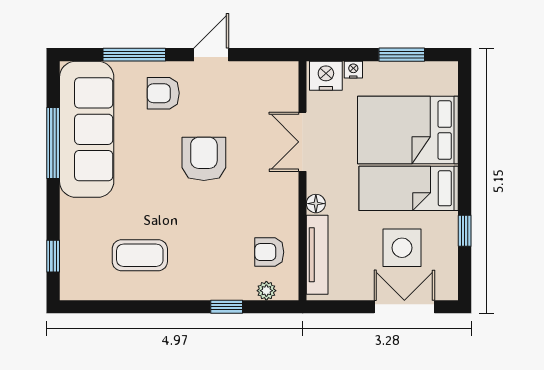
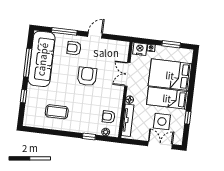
window: (53, 256) -> (23, 96), moved

